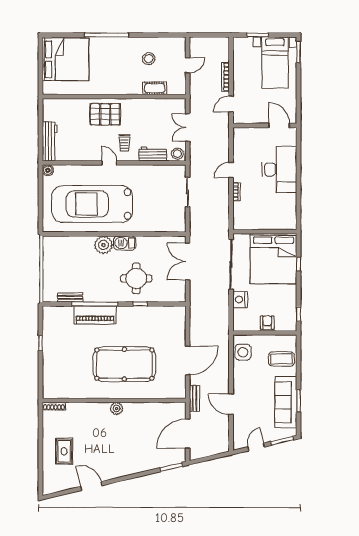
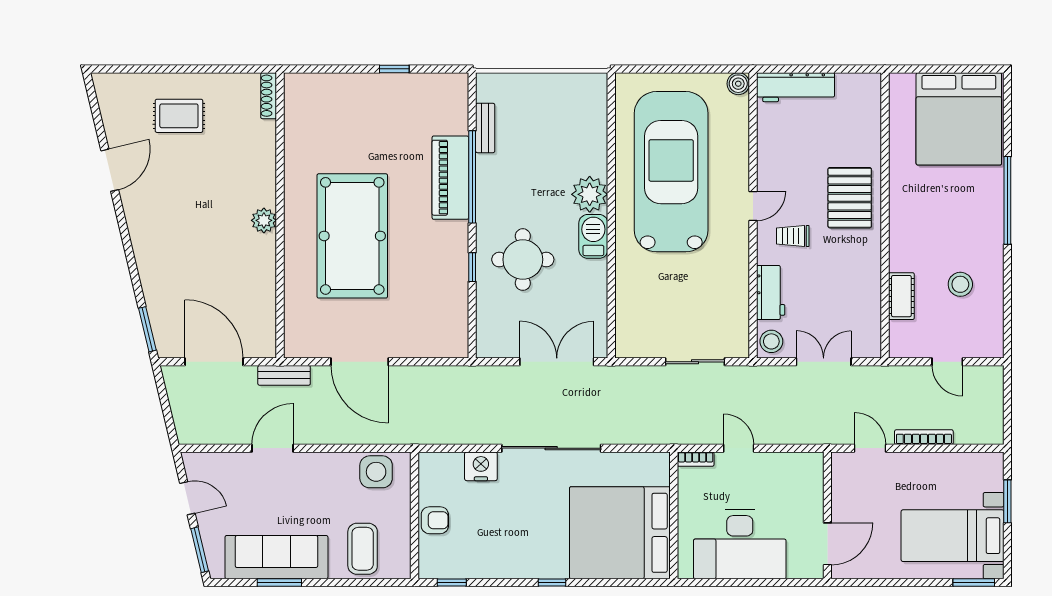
wall: (265, 232) -> (674, 515), moved
bed: (274, 259) -> (620, 533), moved

